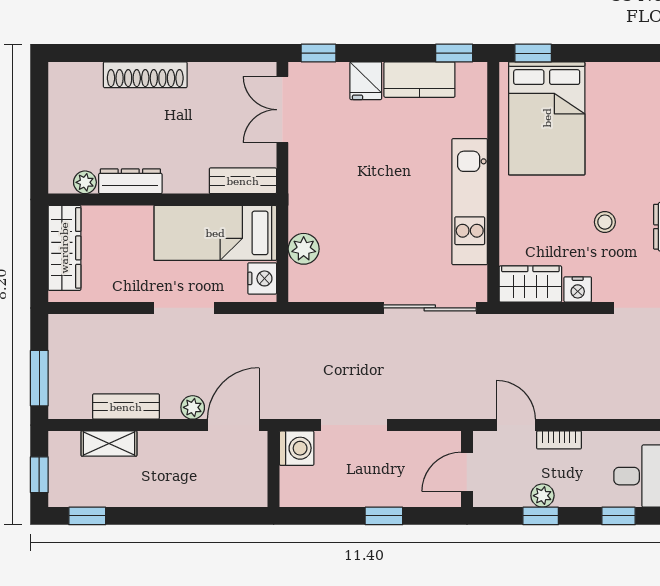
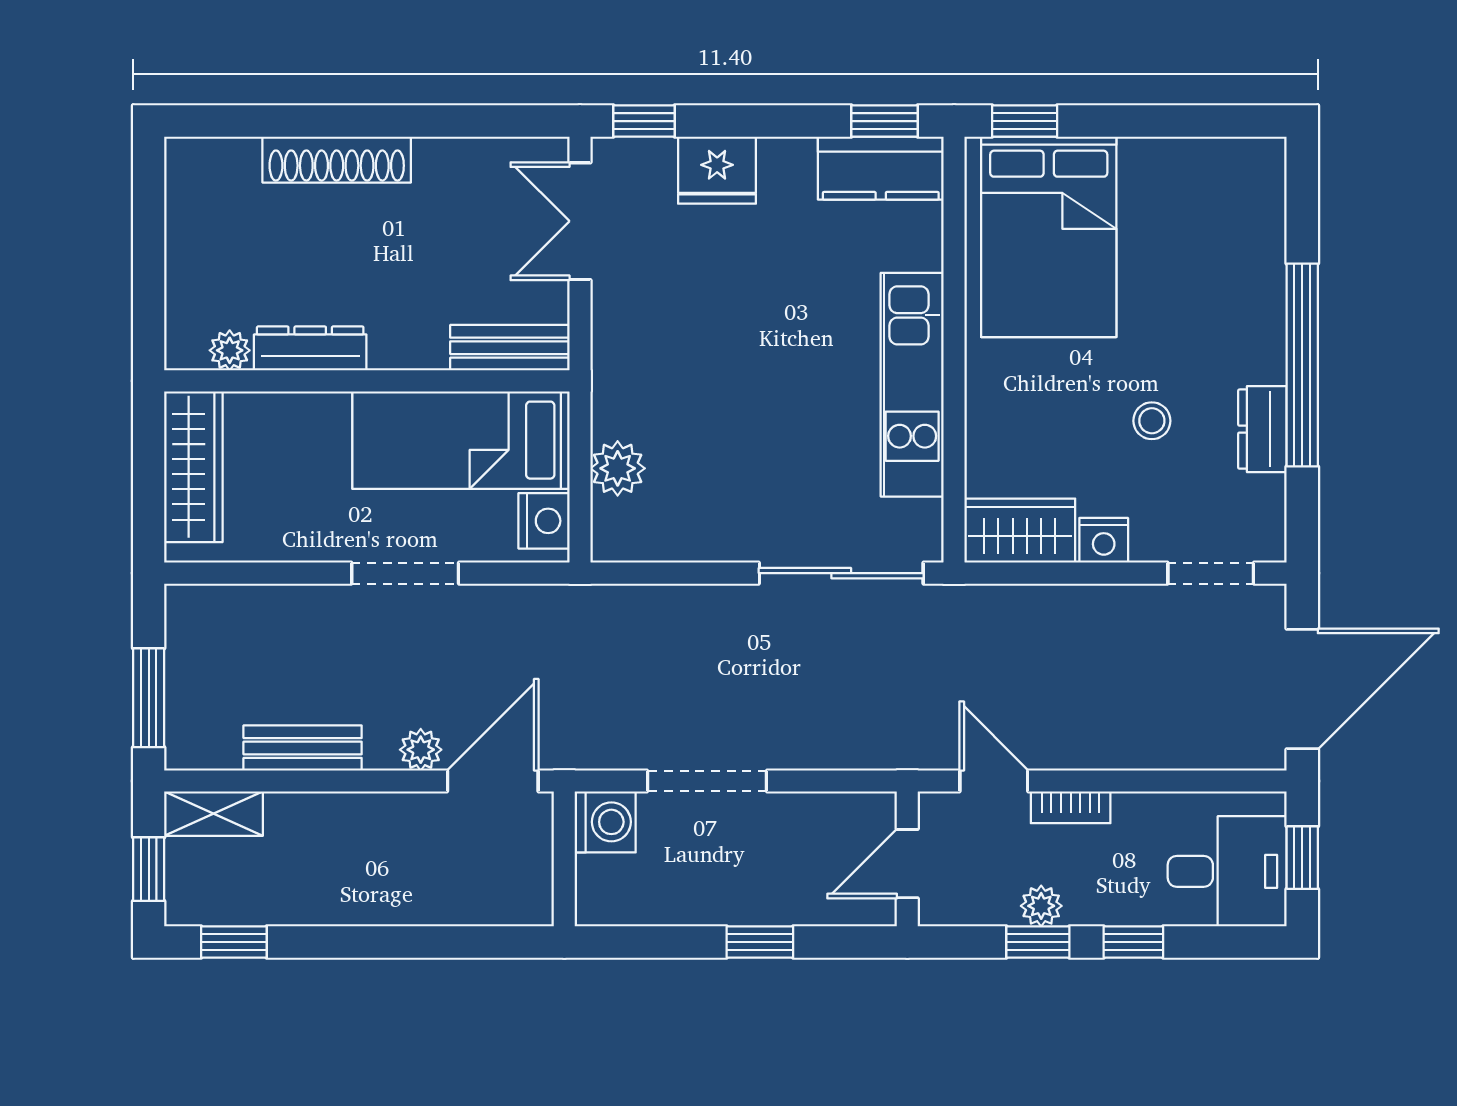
kitchen counter: (419, 80) -> (881, 168), moved
fridge: (366, 81) -> (717, 170), width x1.38
shelving: (109, 443) -> (214, 814), moved
window: (619, 516) -> (1133, 942), moved

